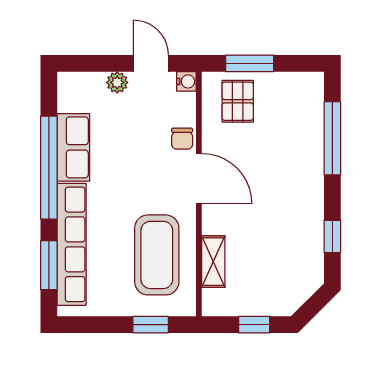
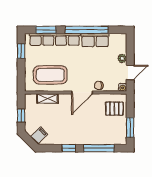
window: (250, 63) -> (130, 128), moved
window: (332, 236) -> (69, 148), moved
filing cabinet: (302, 281) -> (39, 135), added
window: (151, 325) -> (21, 51), moved

